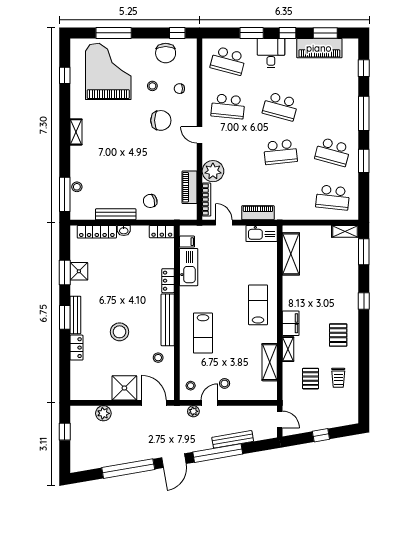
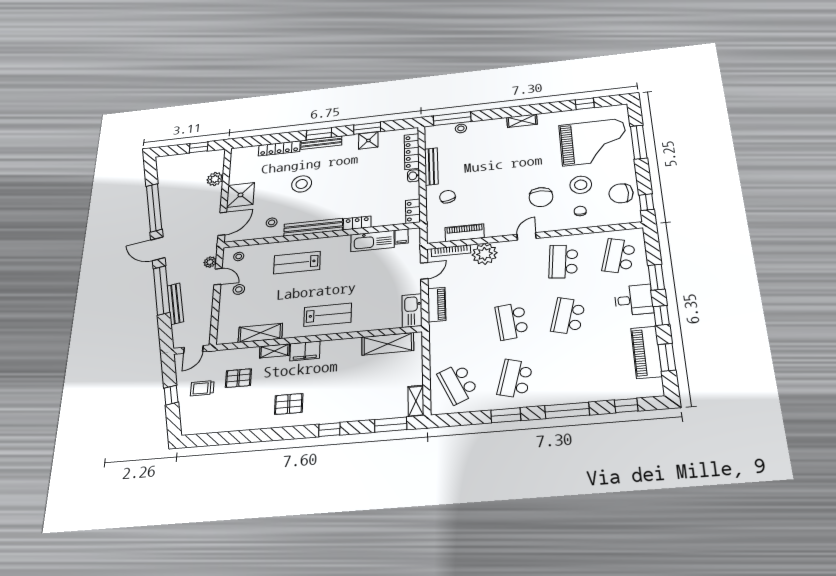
stool: (152, 86) -> (581, 185), width x1.89, depth x1.89
school desk: (333, 197) -> (458, 384), turned -30
locker: (76, 348) -> (279, 148), width x1.53
trolley: (338, 378) -> (202, 388), moved

